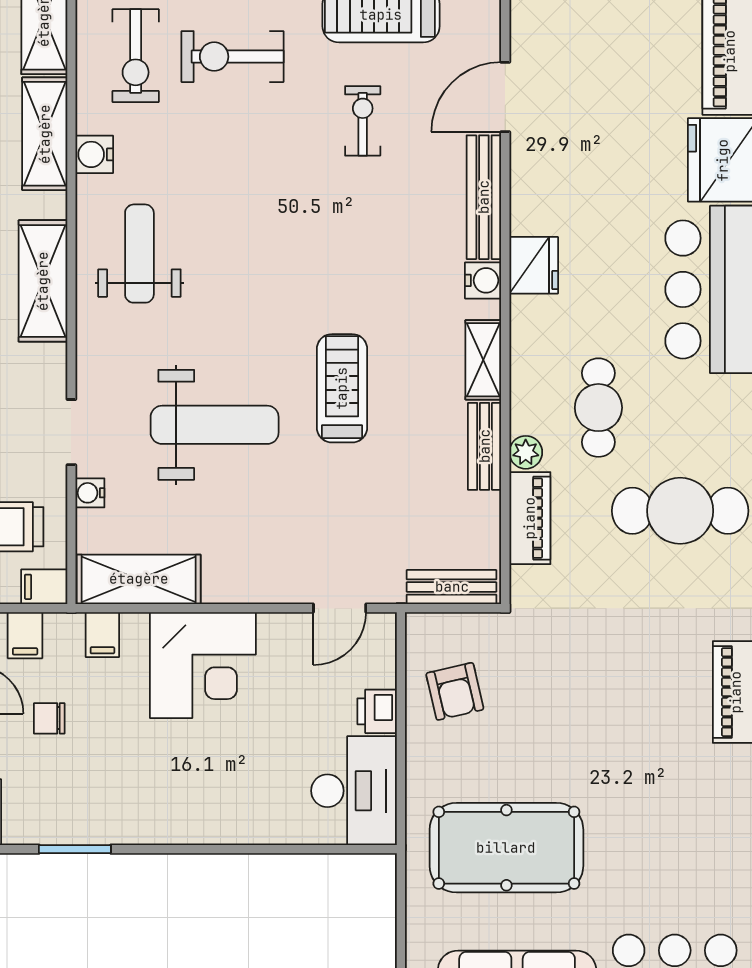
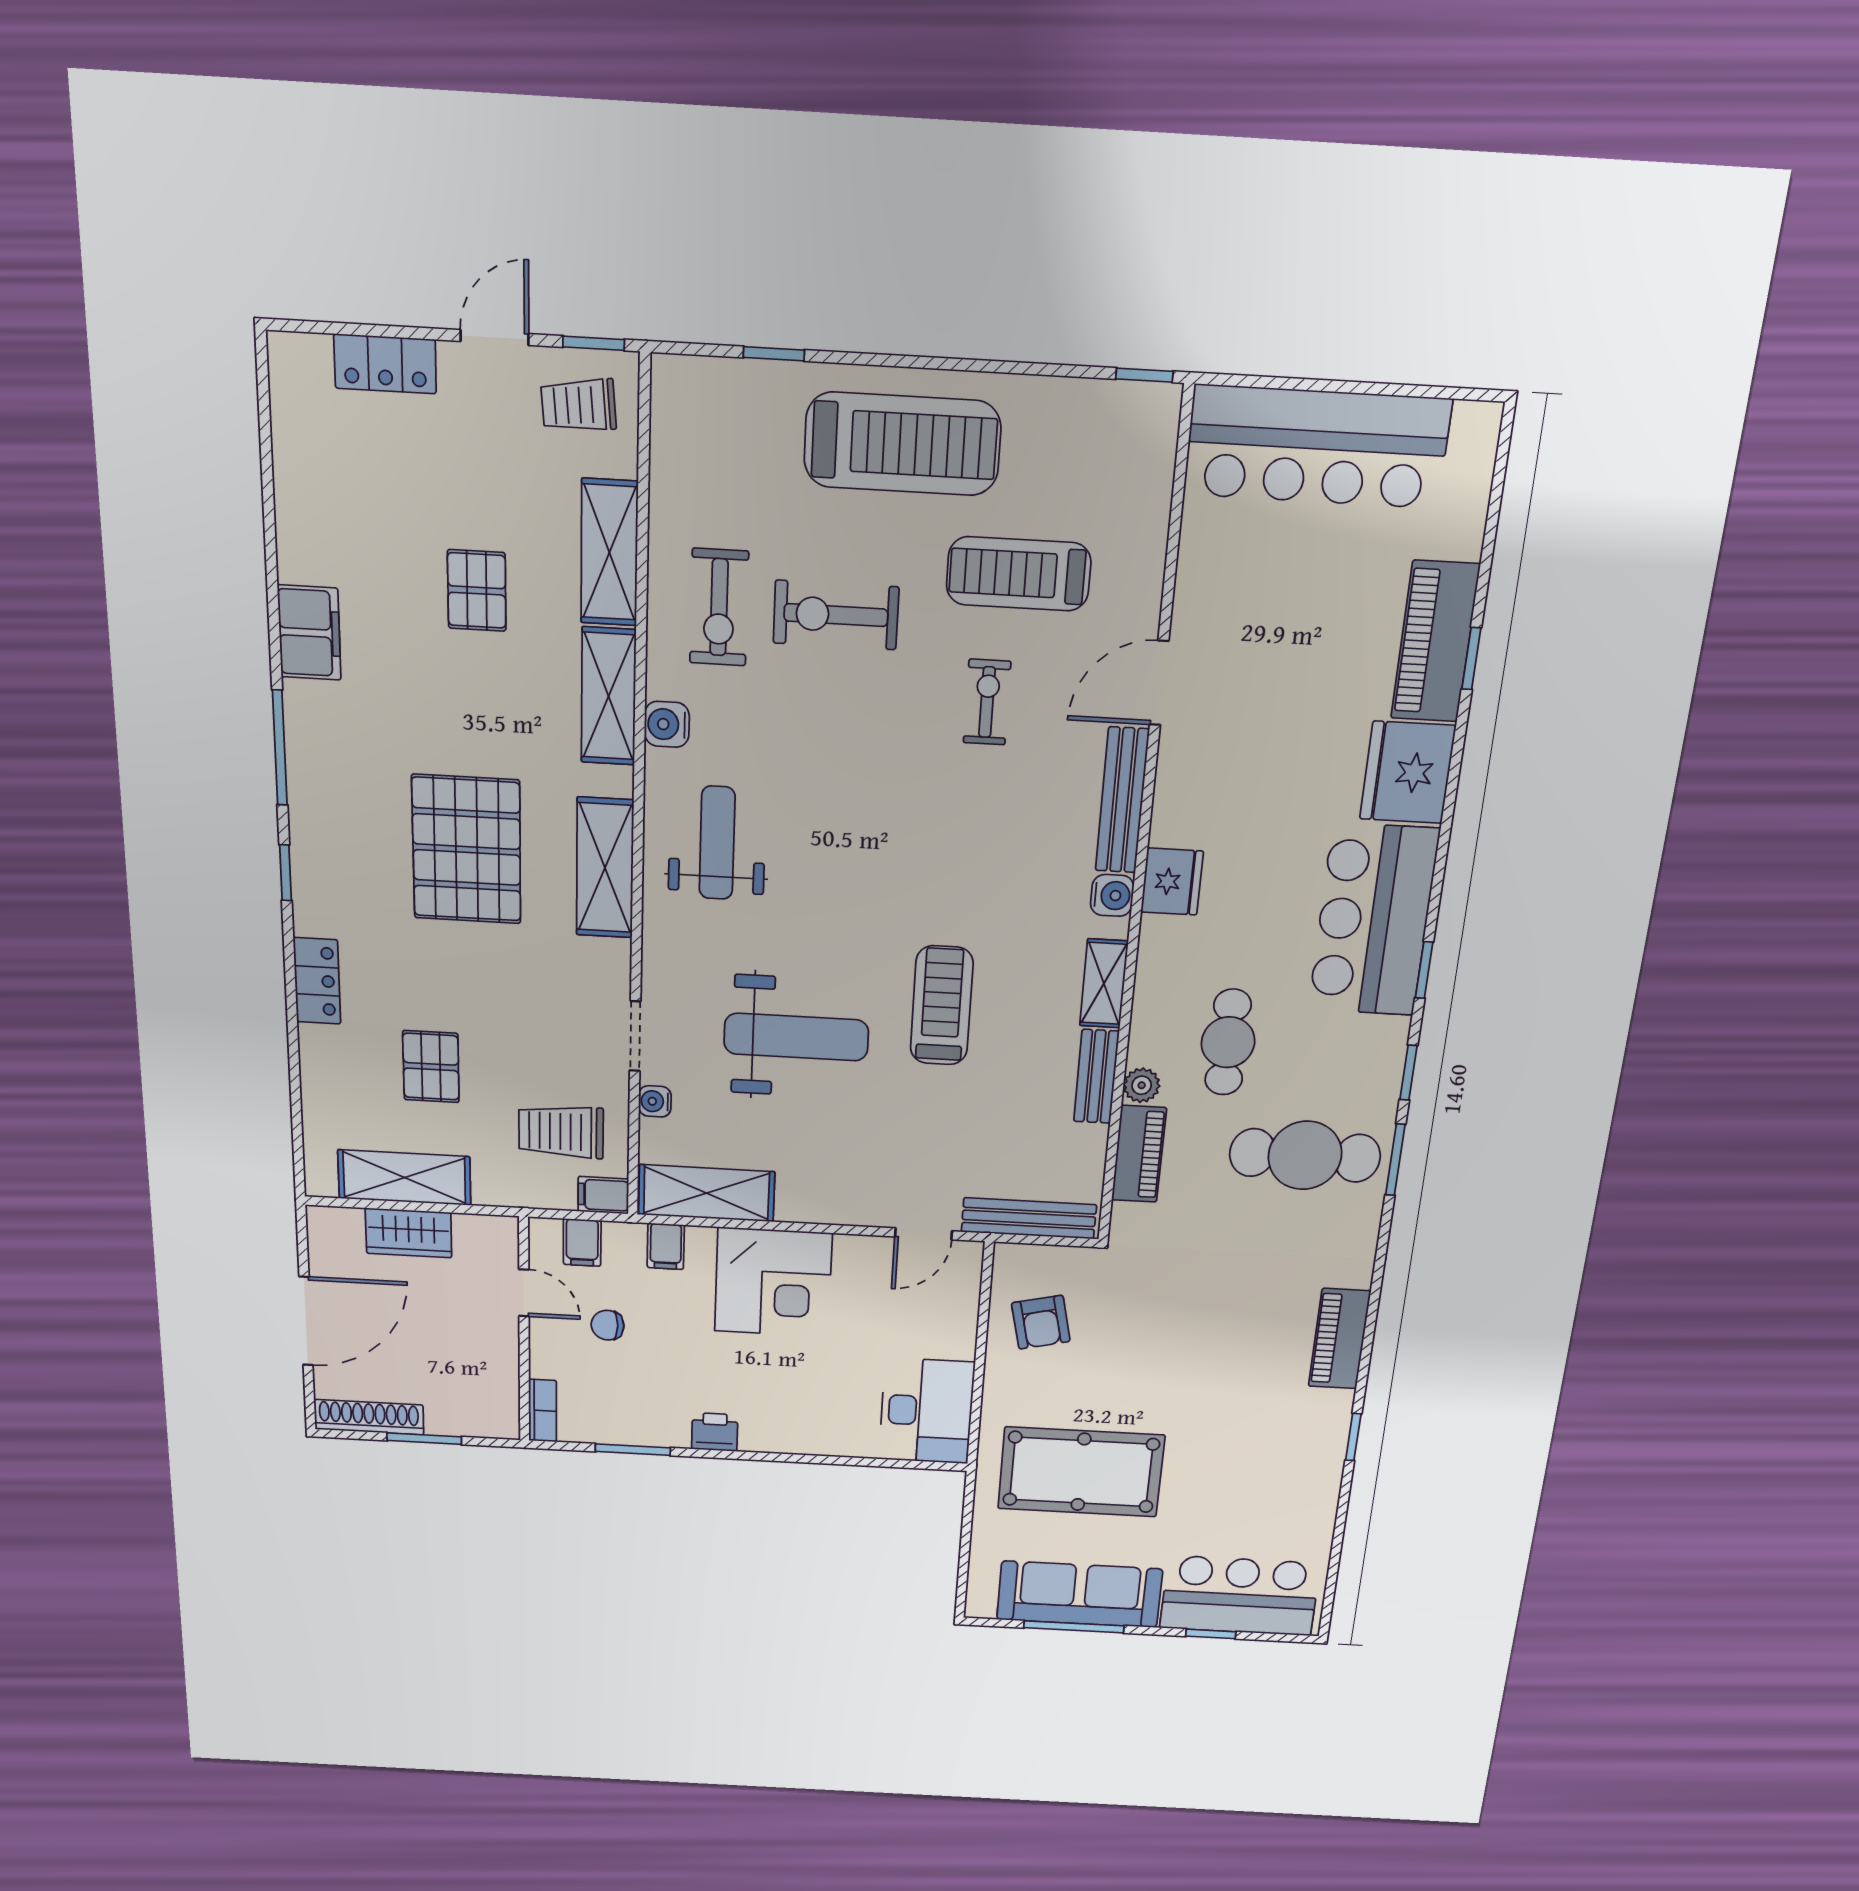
bench: (452, 587) -> (1029, 1218), width x1.36
printer: (377, 711) -> (715, 1432), moved, turned 90

